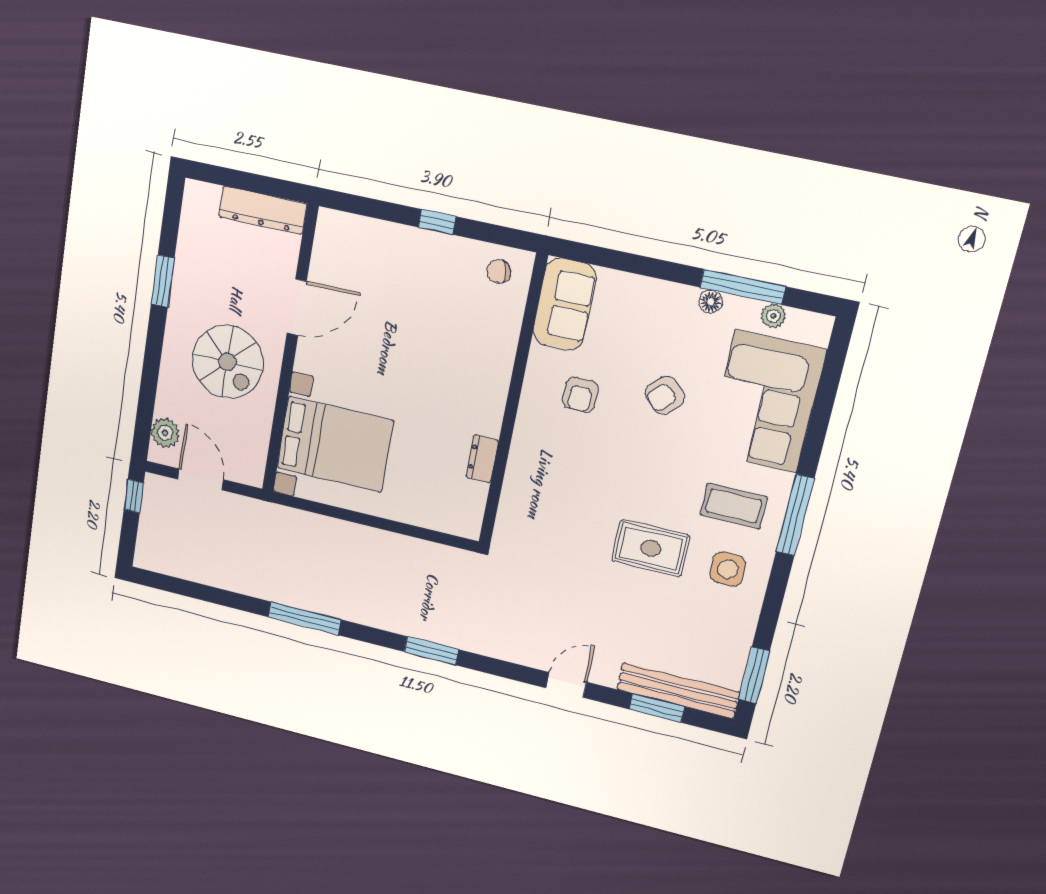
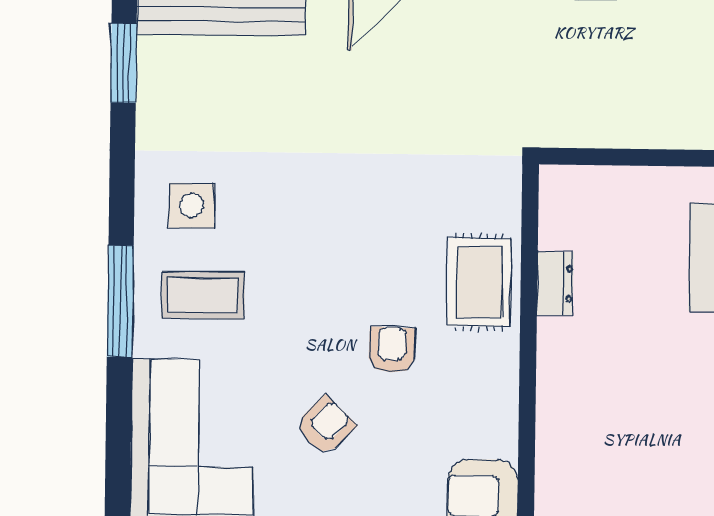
armchair: (580, 395) -> (392, 350), moved
rug: (651, 548) -> (479, 282), moved, turned 90

